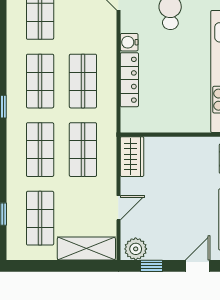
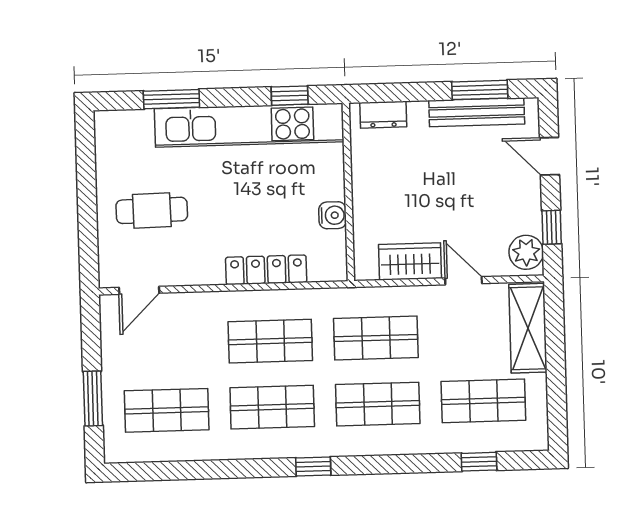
water cooler: (129, 42) -> (333, 215), moved, turned -90
wardrobe: (132, 157) -> (410, 261), moved

